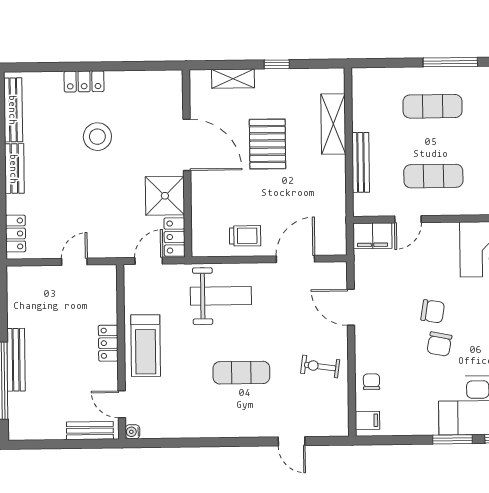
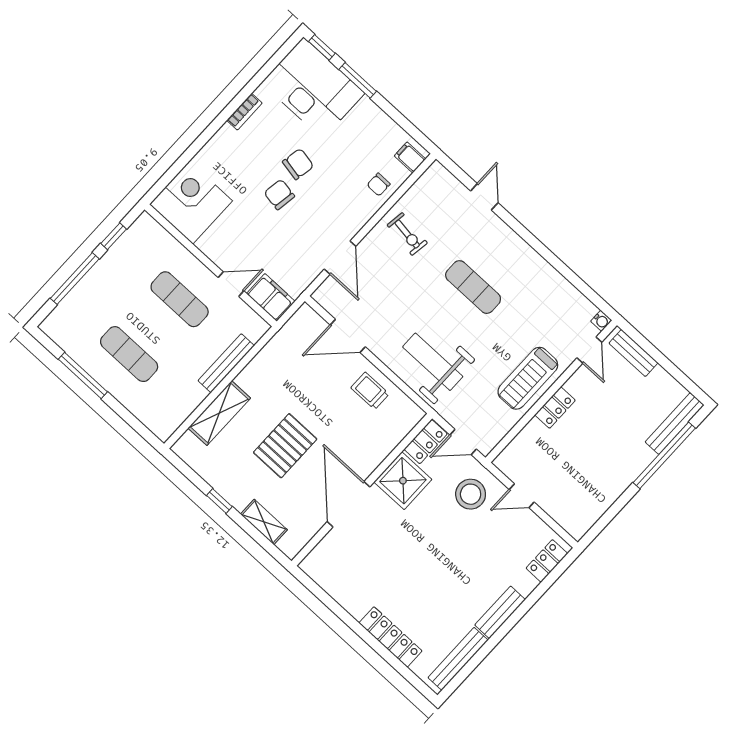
locker: (84, 81) -> (391, 637), width x1.53
stool: (97, 137) -> (471, 494), moved
treadmill: (146, 346) -> (528, 378), turned 180
bench: (16, 360) -> (675, 424), moved

